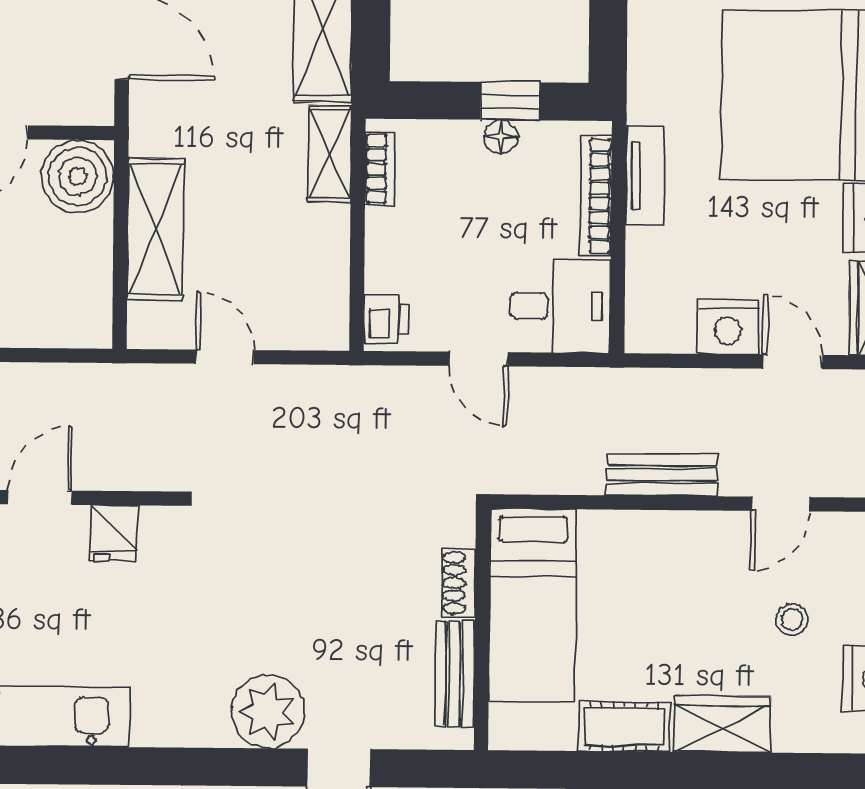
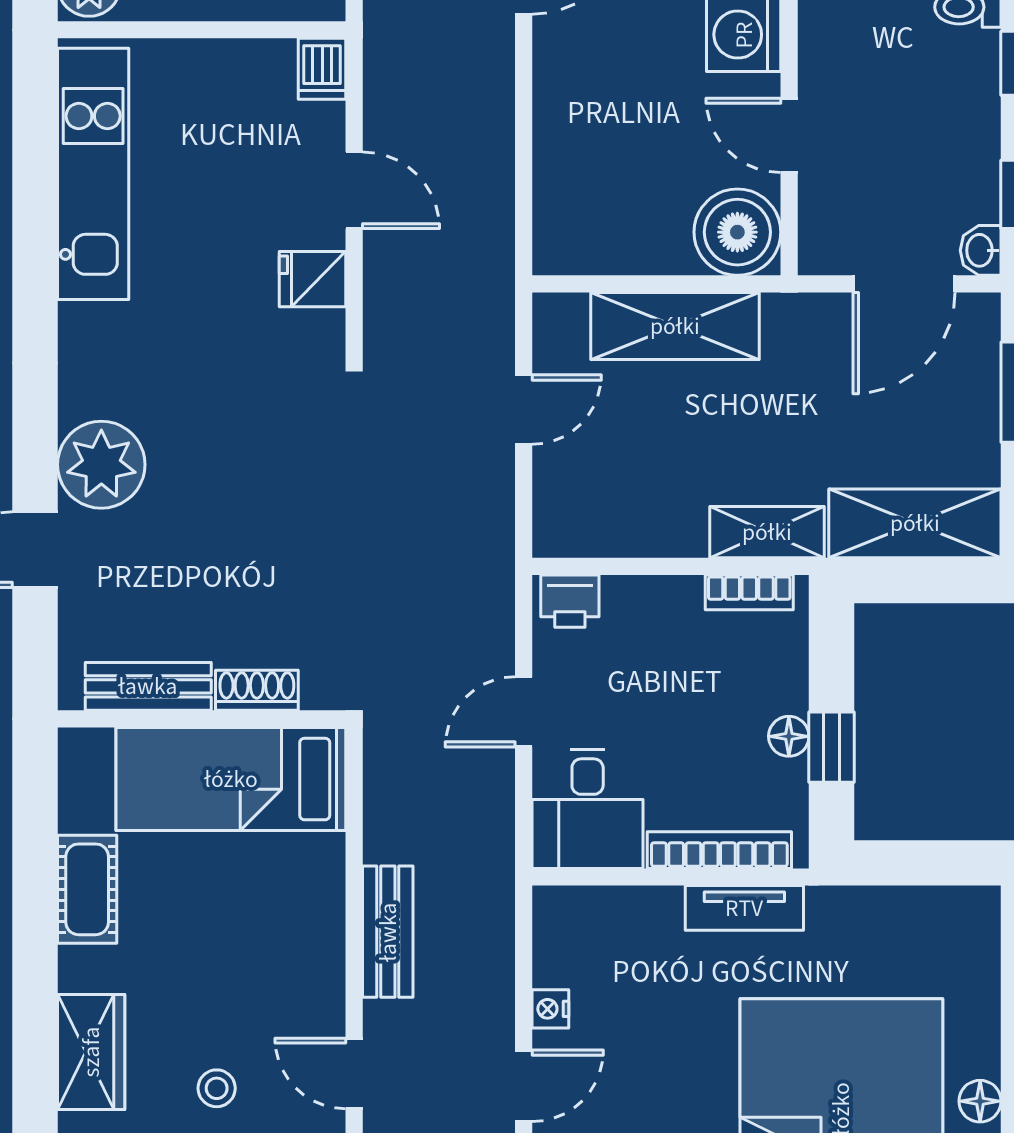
nightstand: (728, 327) -> (550, 1009), width x0.53, depth x0.56
wardrobe: (722, 724) -> (91, 1052), moved

